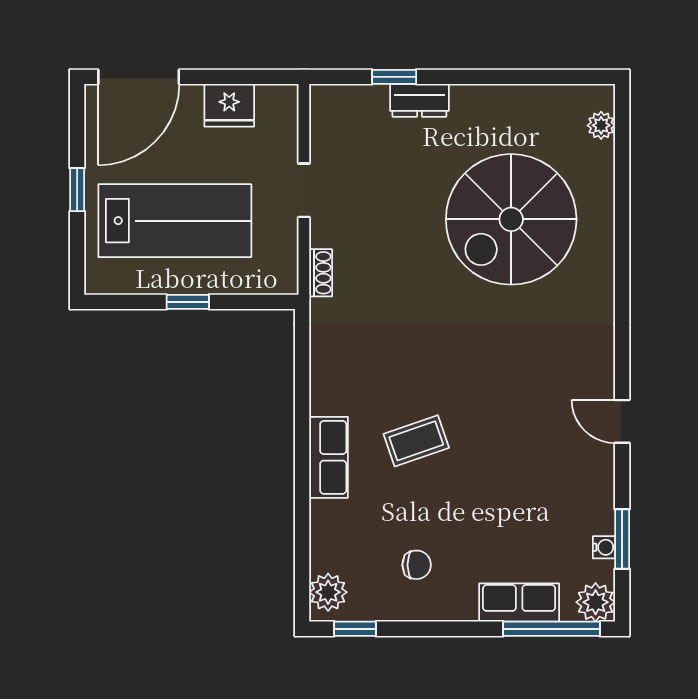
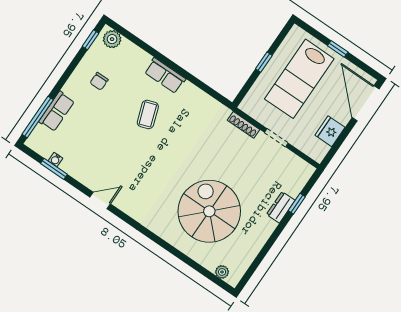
shoe rack: (321, 273) -> (244, 125), width x1.43
plant: (596, 602) -> (36, 141), removed

